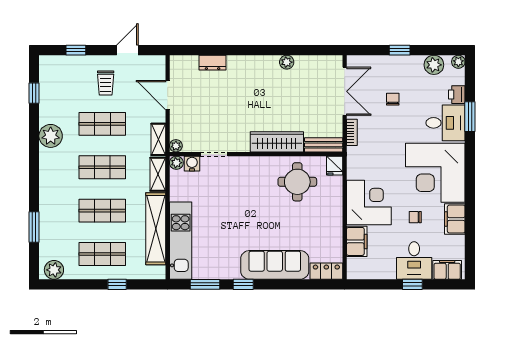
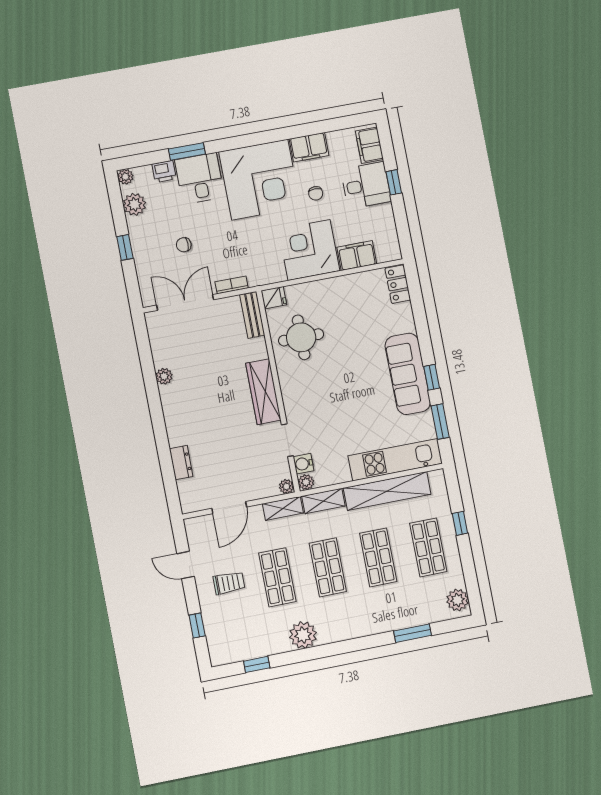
wardrobe: (277, 142) -> (263, 392), moved
sofa: (275, 265) -> (408, 374), moved

